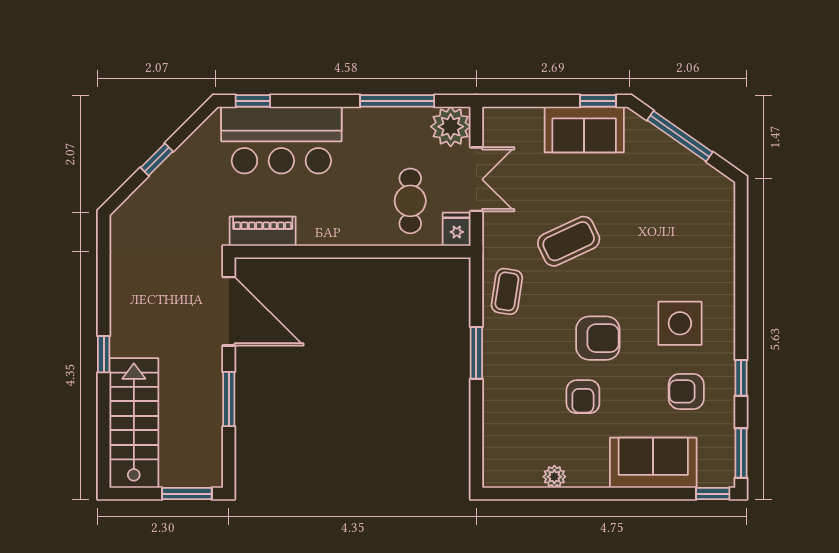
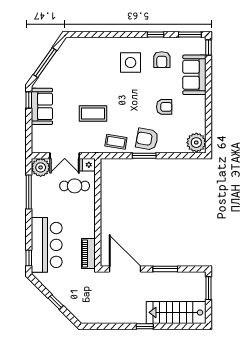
double door: (476, 179) -> (65, 156), swing flipped
coffee table: (569, 241) -> (93, 113), turned -65
door: (229, 311) -> (125, 269), hinge flipped
armchair: (598, 338) -> (147, 139), moved, turned -80
plant: (554, 477) -> (196, 143), moved, width x1.88, depth x1.88

